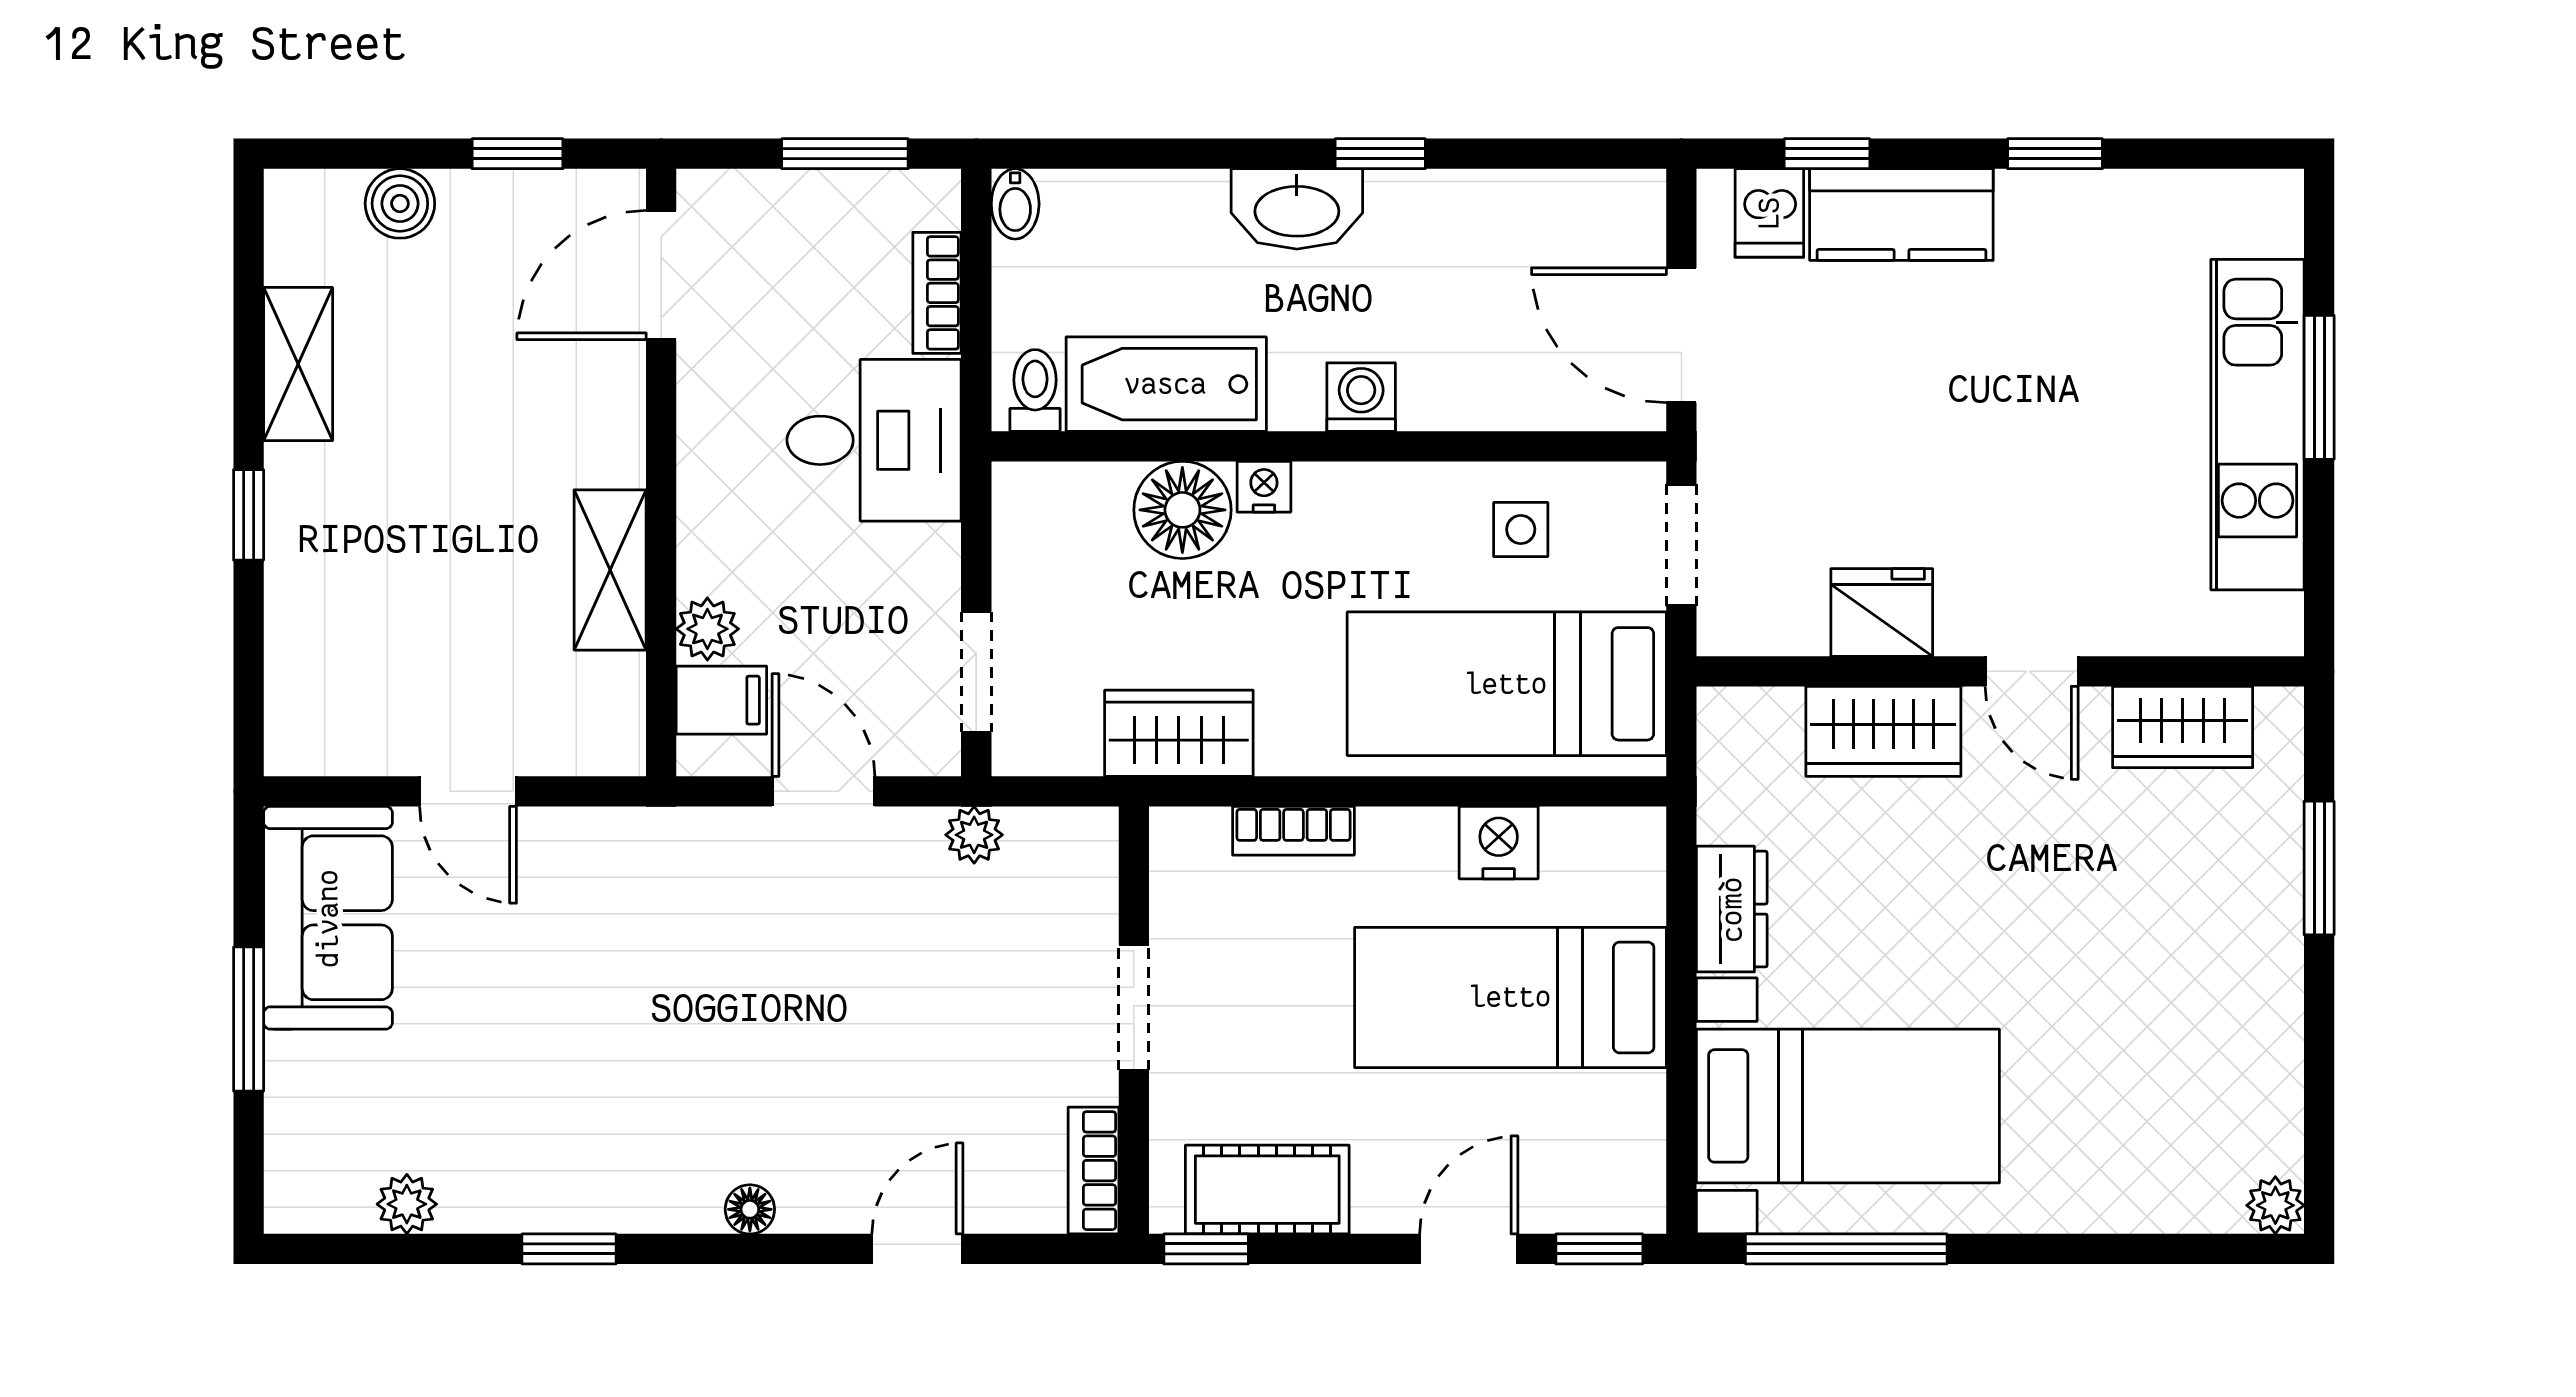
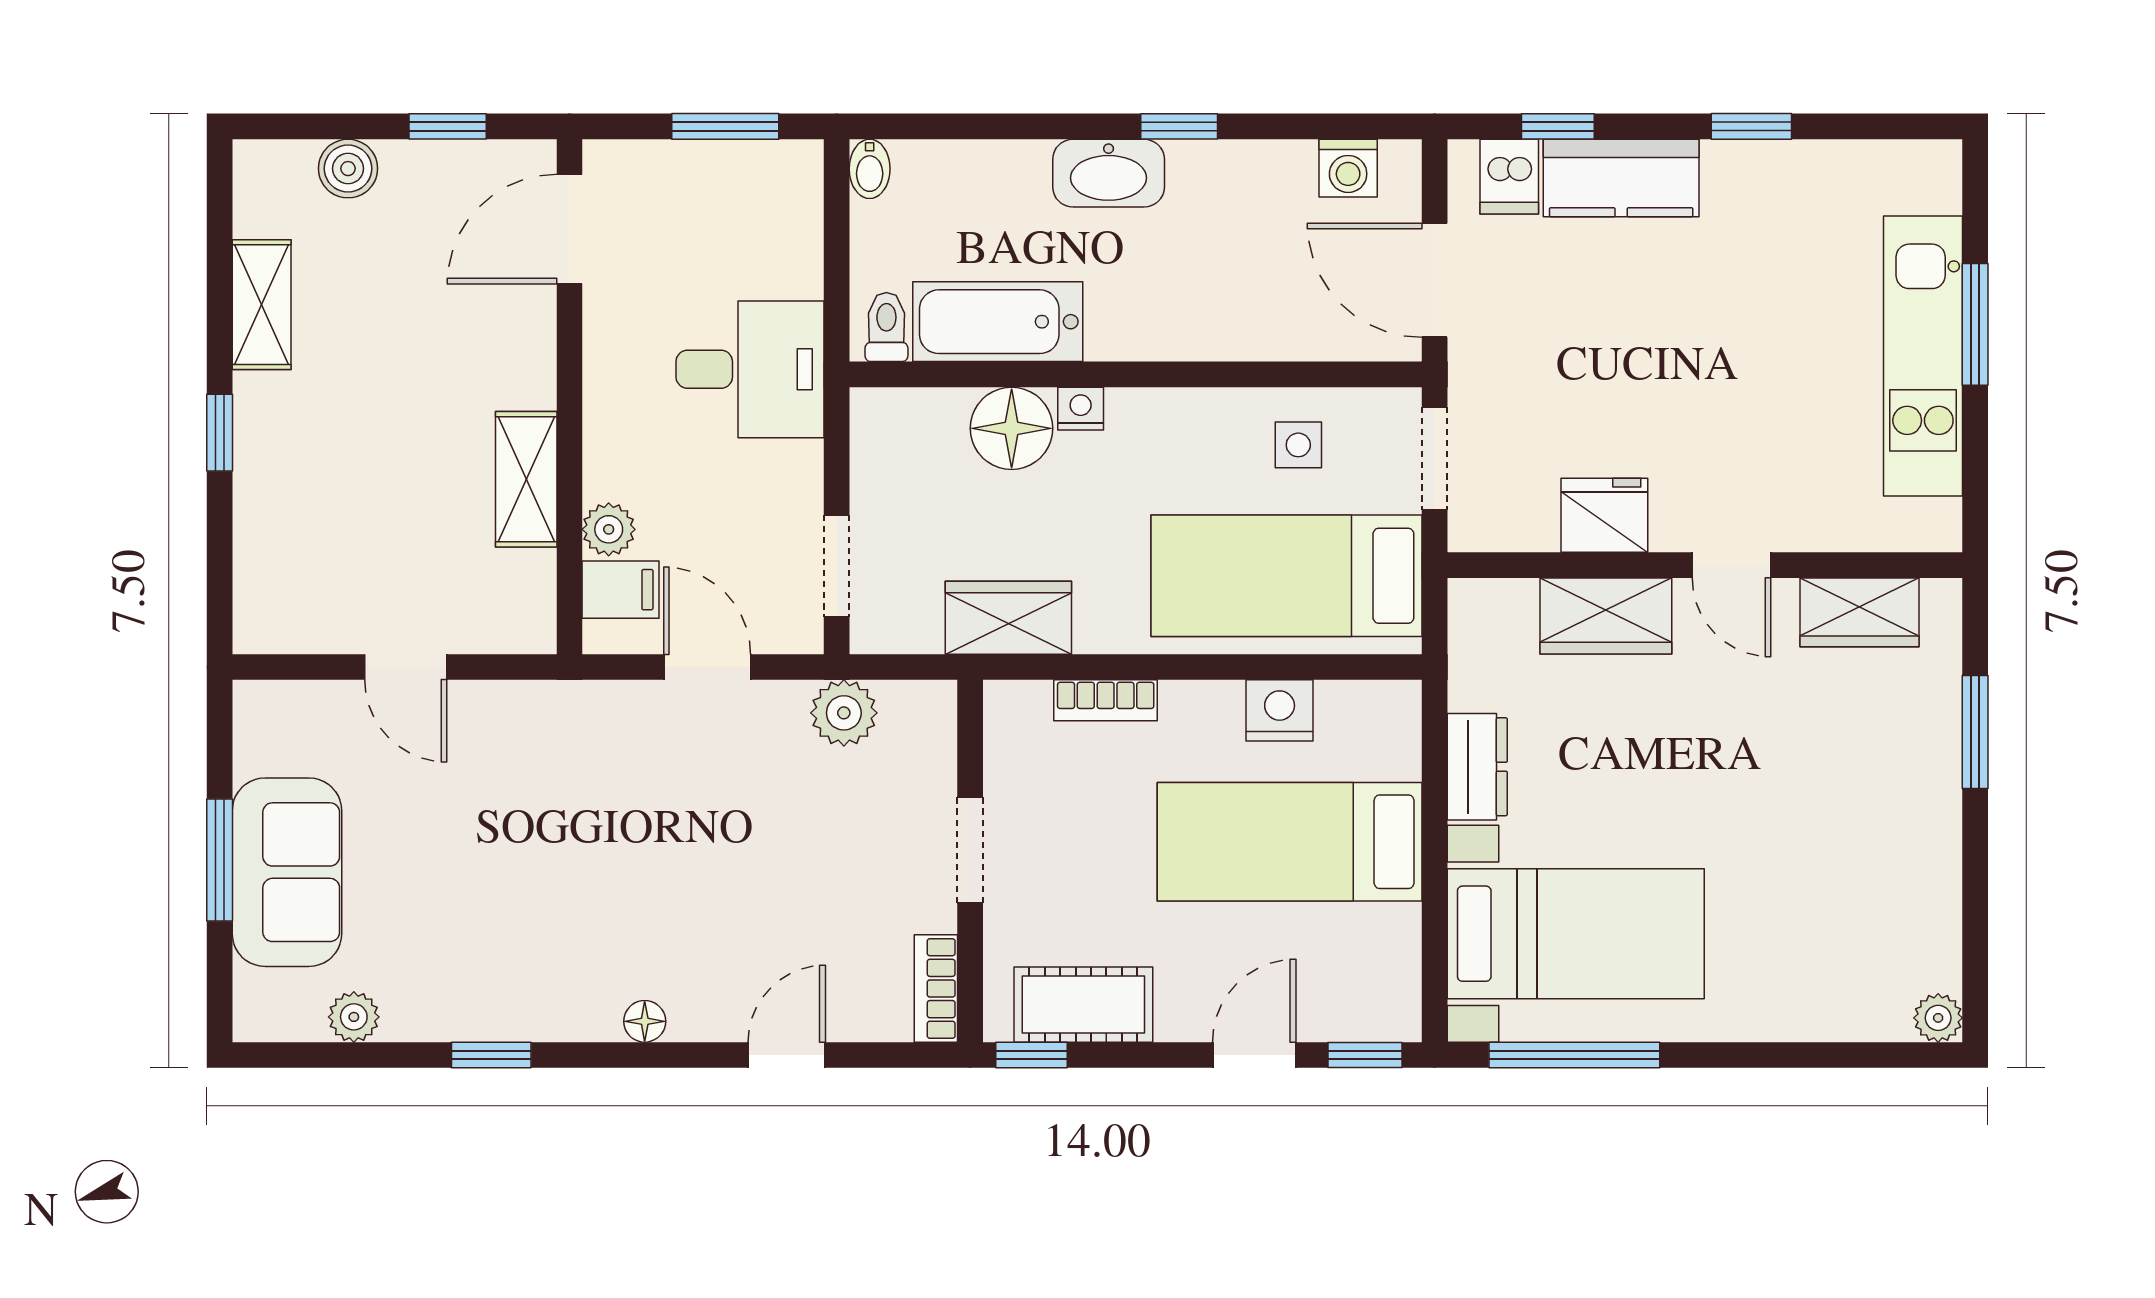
bookcase: (937, 293) -> (803, 244), removed
washing machine: (1361, 397) -> (1348, 168), moved, turned 180
plant: (974, 835) -> (844, 713), width x1.38, depth x1.38
sofa: (328, 918) -> (287, 872), moved

